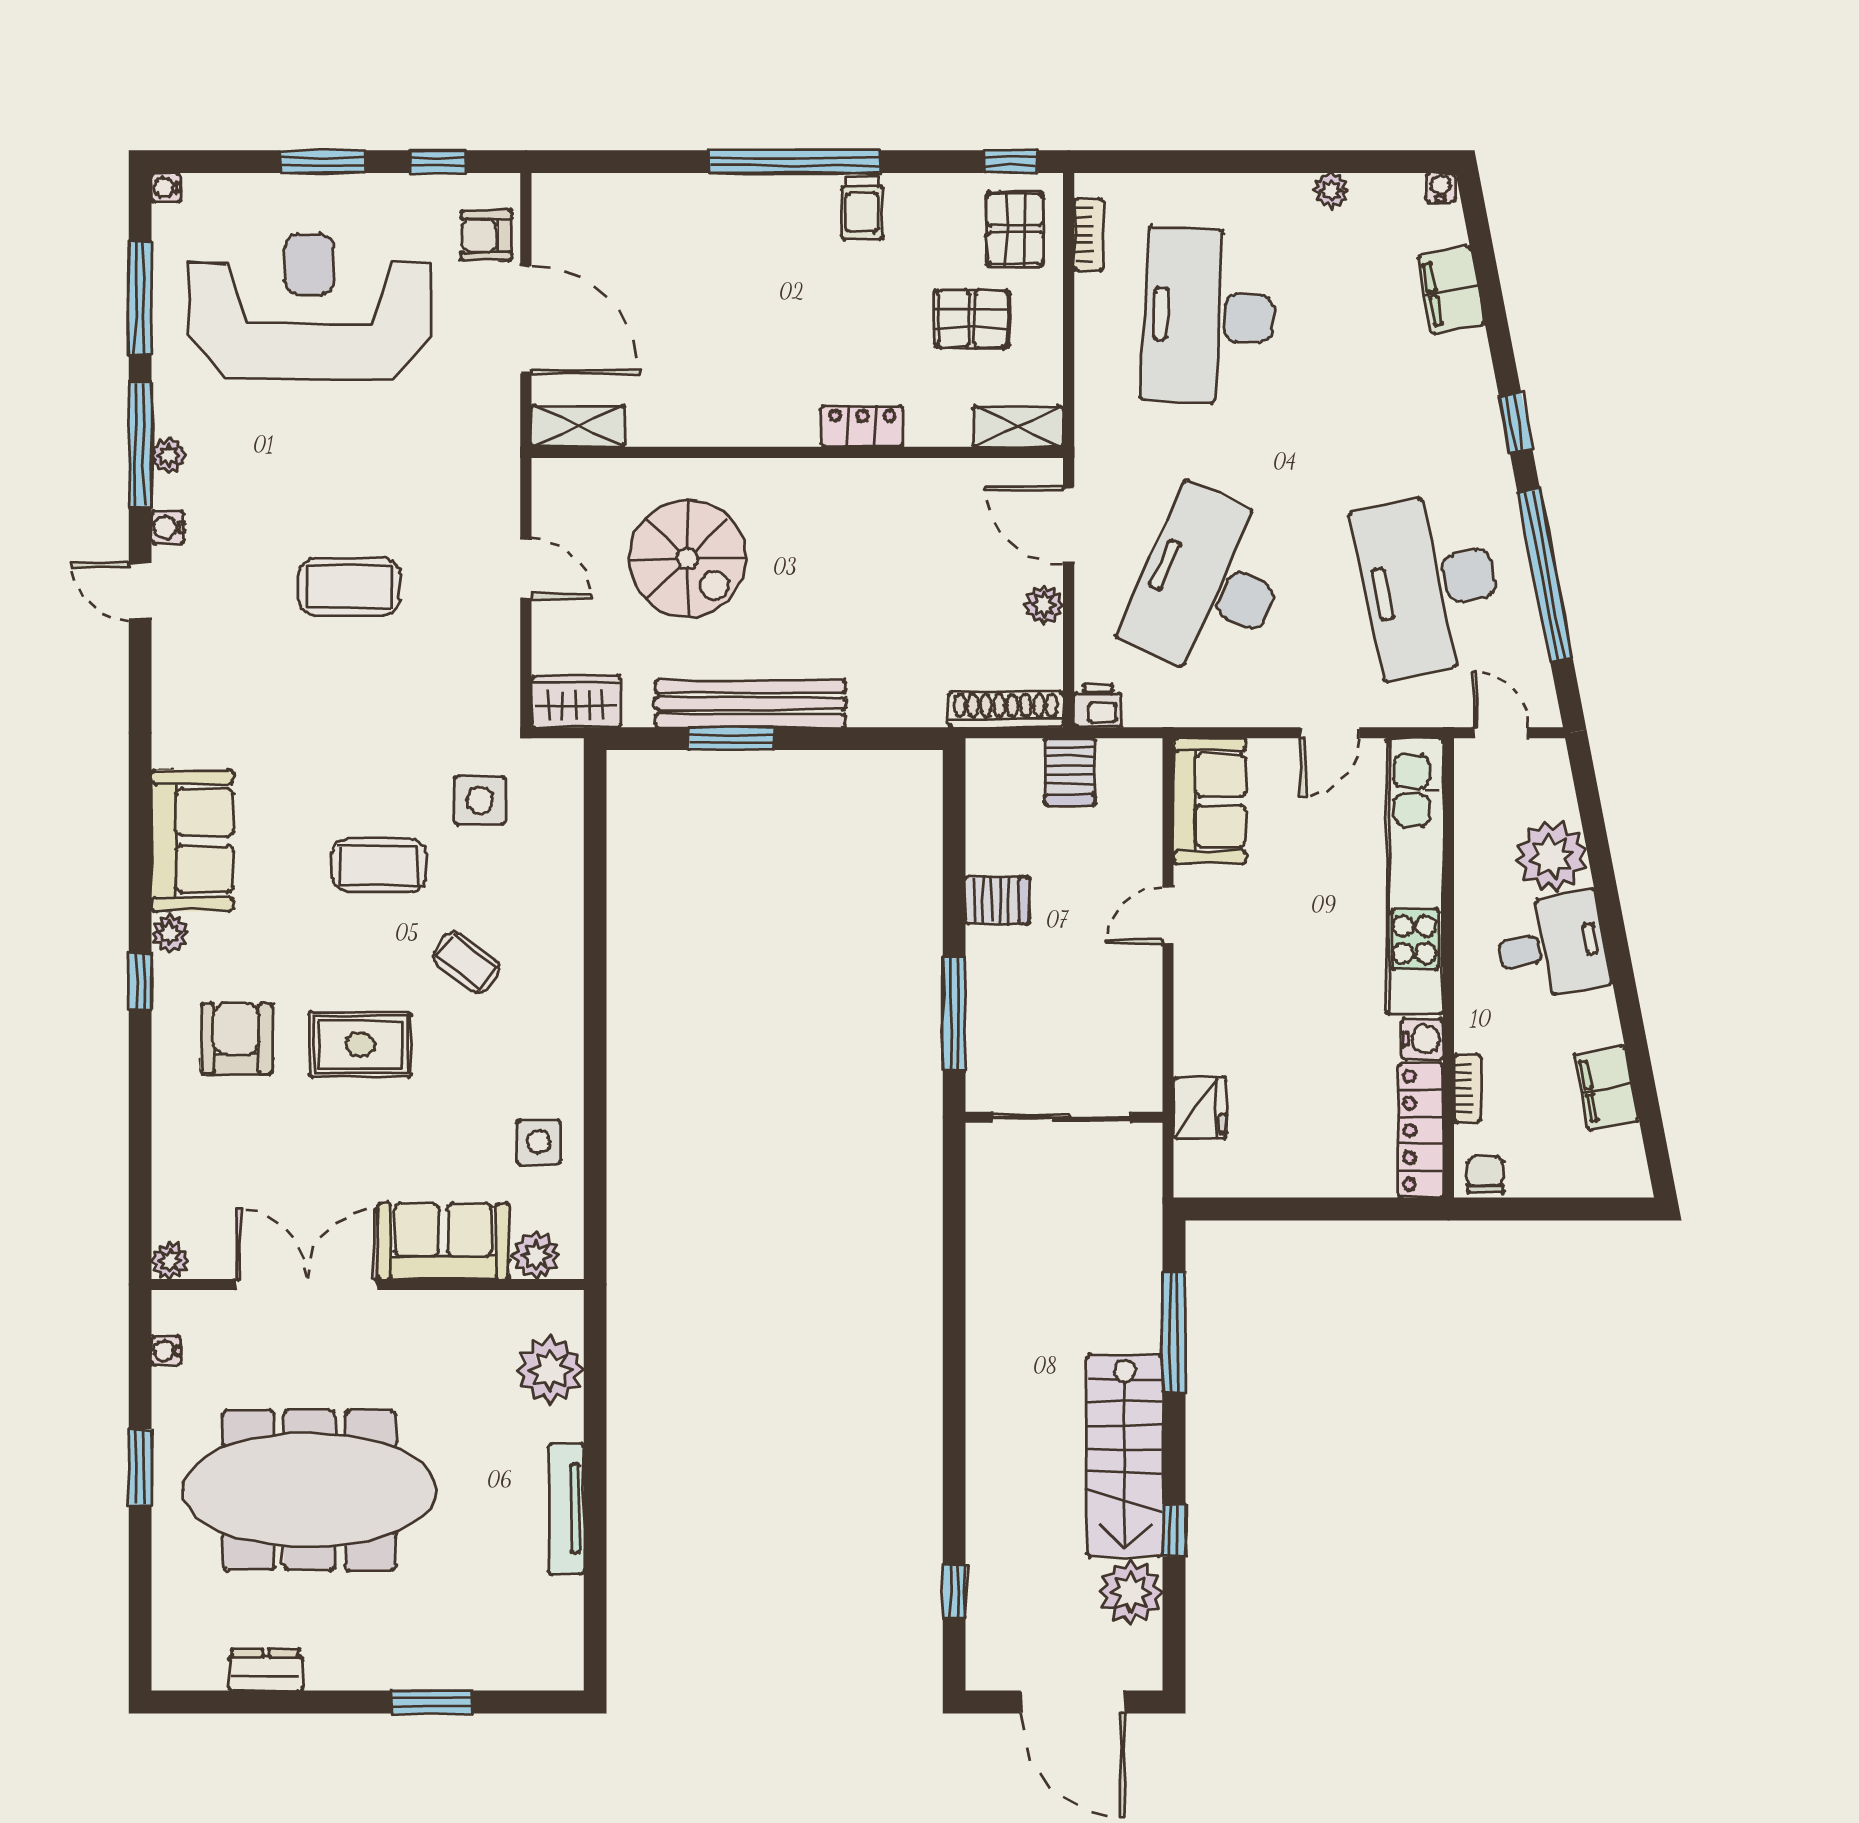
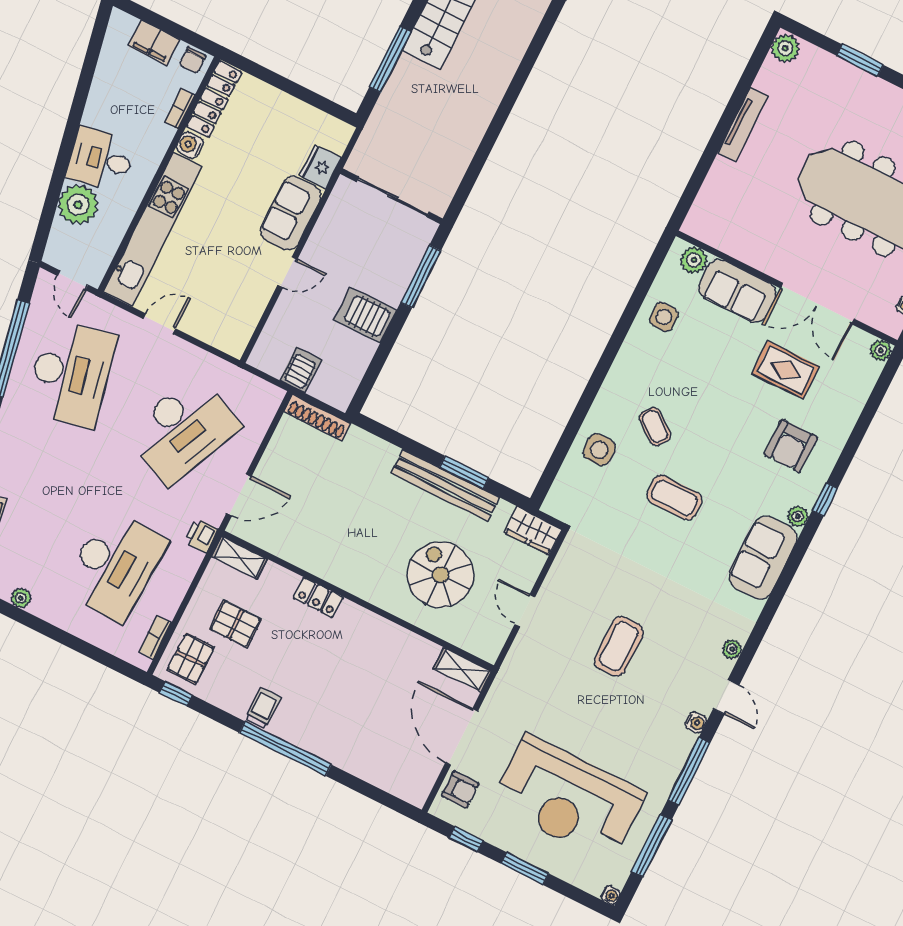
plant: (169, 455) -> (732, 649), moved
door: (1069, 525) -> (239, 495), hinge flipped
coffee table: (349, 587) -> (619, 646), turned 90
plant: (1044, 605) -> (272, 461), removed
printer: (1098, 706) -> (201, 536), moved, turned 90
side table: (480, 801) -> (599, 450), moved
sofa: (1210, 801) -> (291, 213), moved
server rack: (997, 900) -> (365, 315), width x1.36, depth x1.44
rug: (360, 1045) -> (786, 370), moved
filing cabinet: (1607, 1088) -> (154, 43), moved, turned 101
plant: (550, 1370) -> (785, 48), moved, width x0.73, depth x0.73

